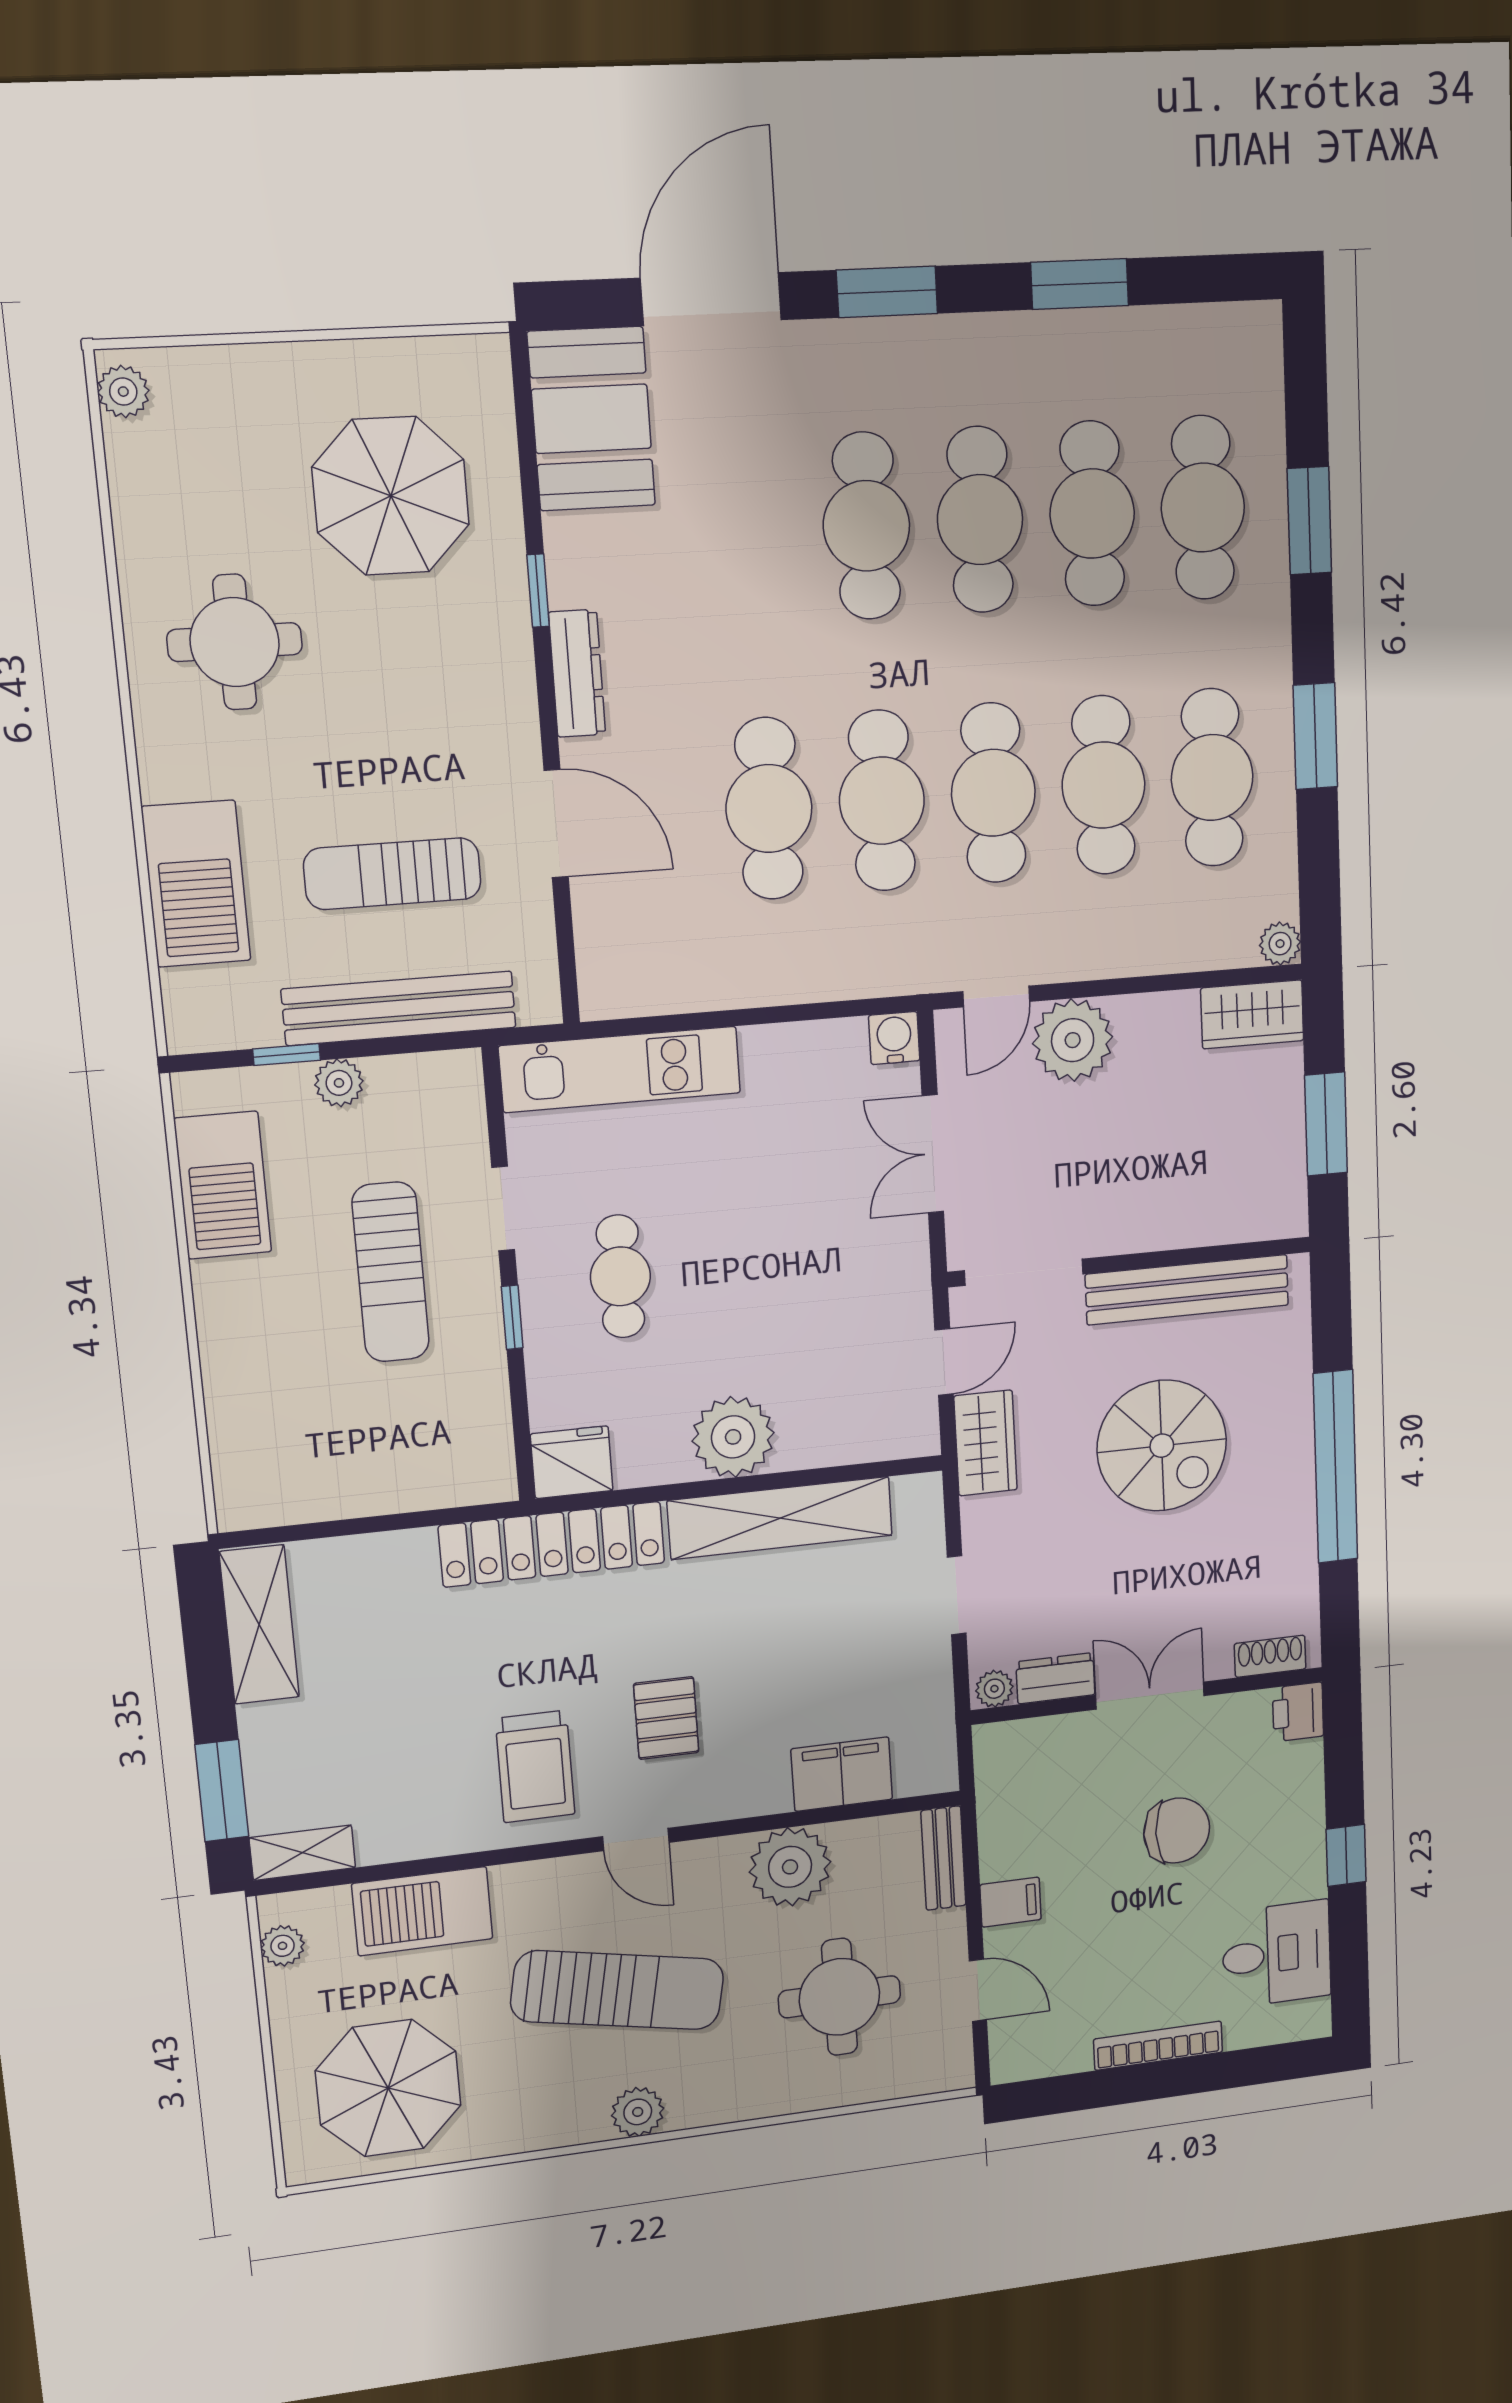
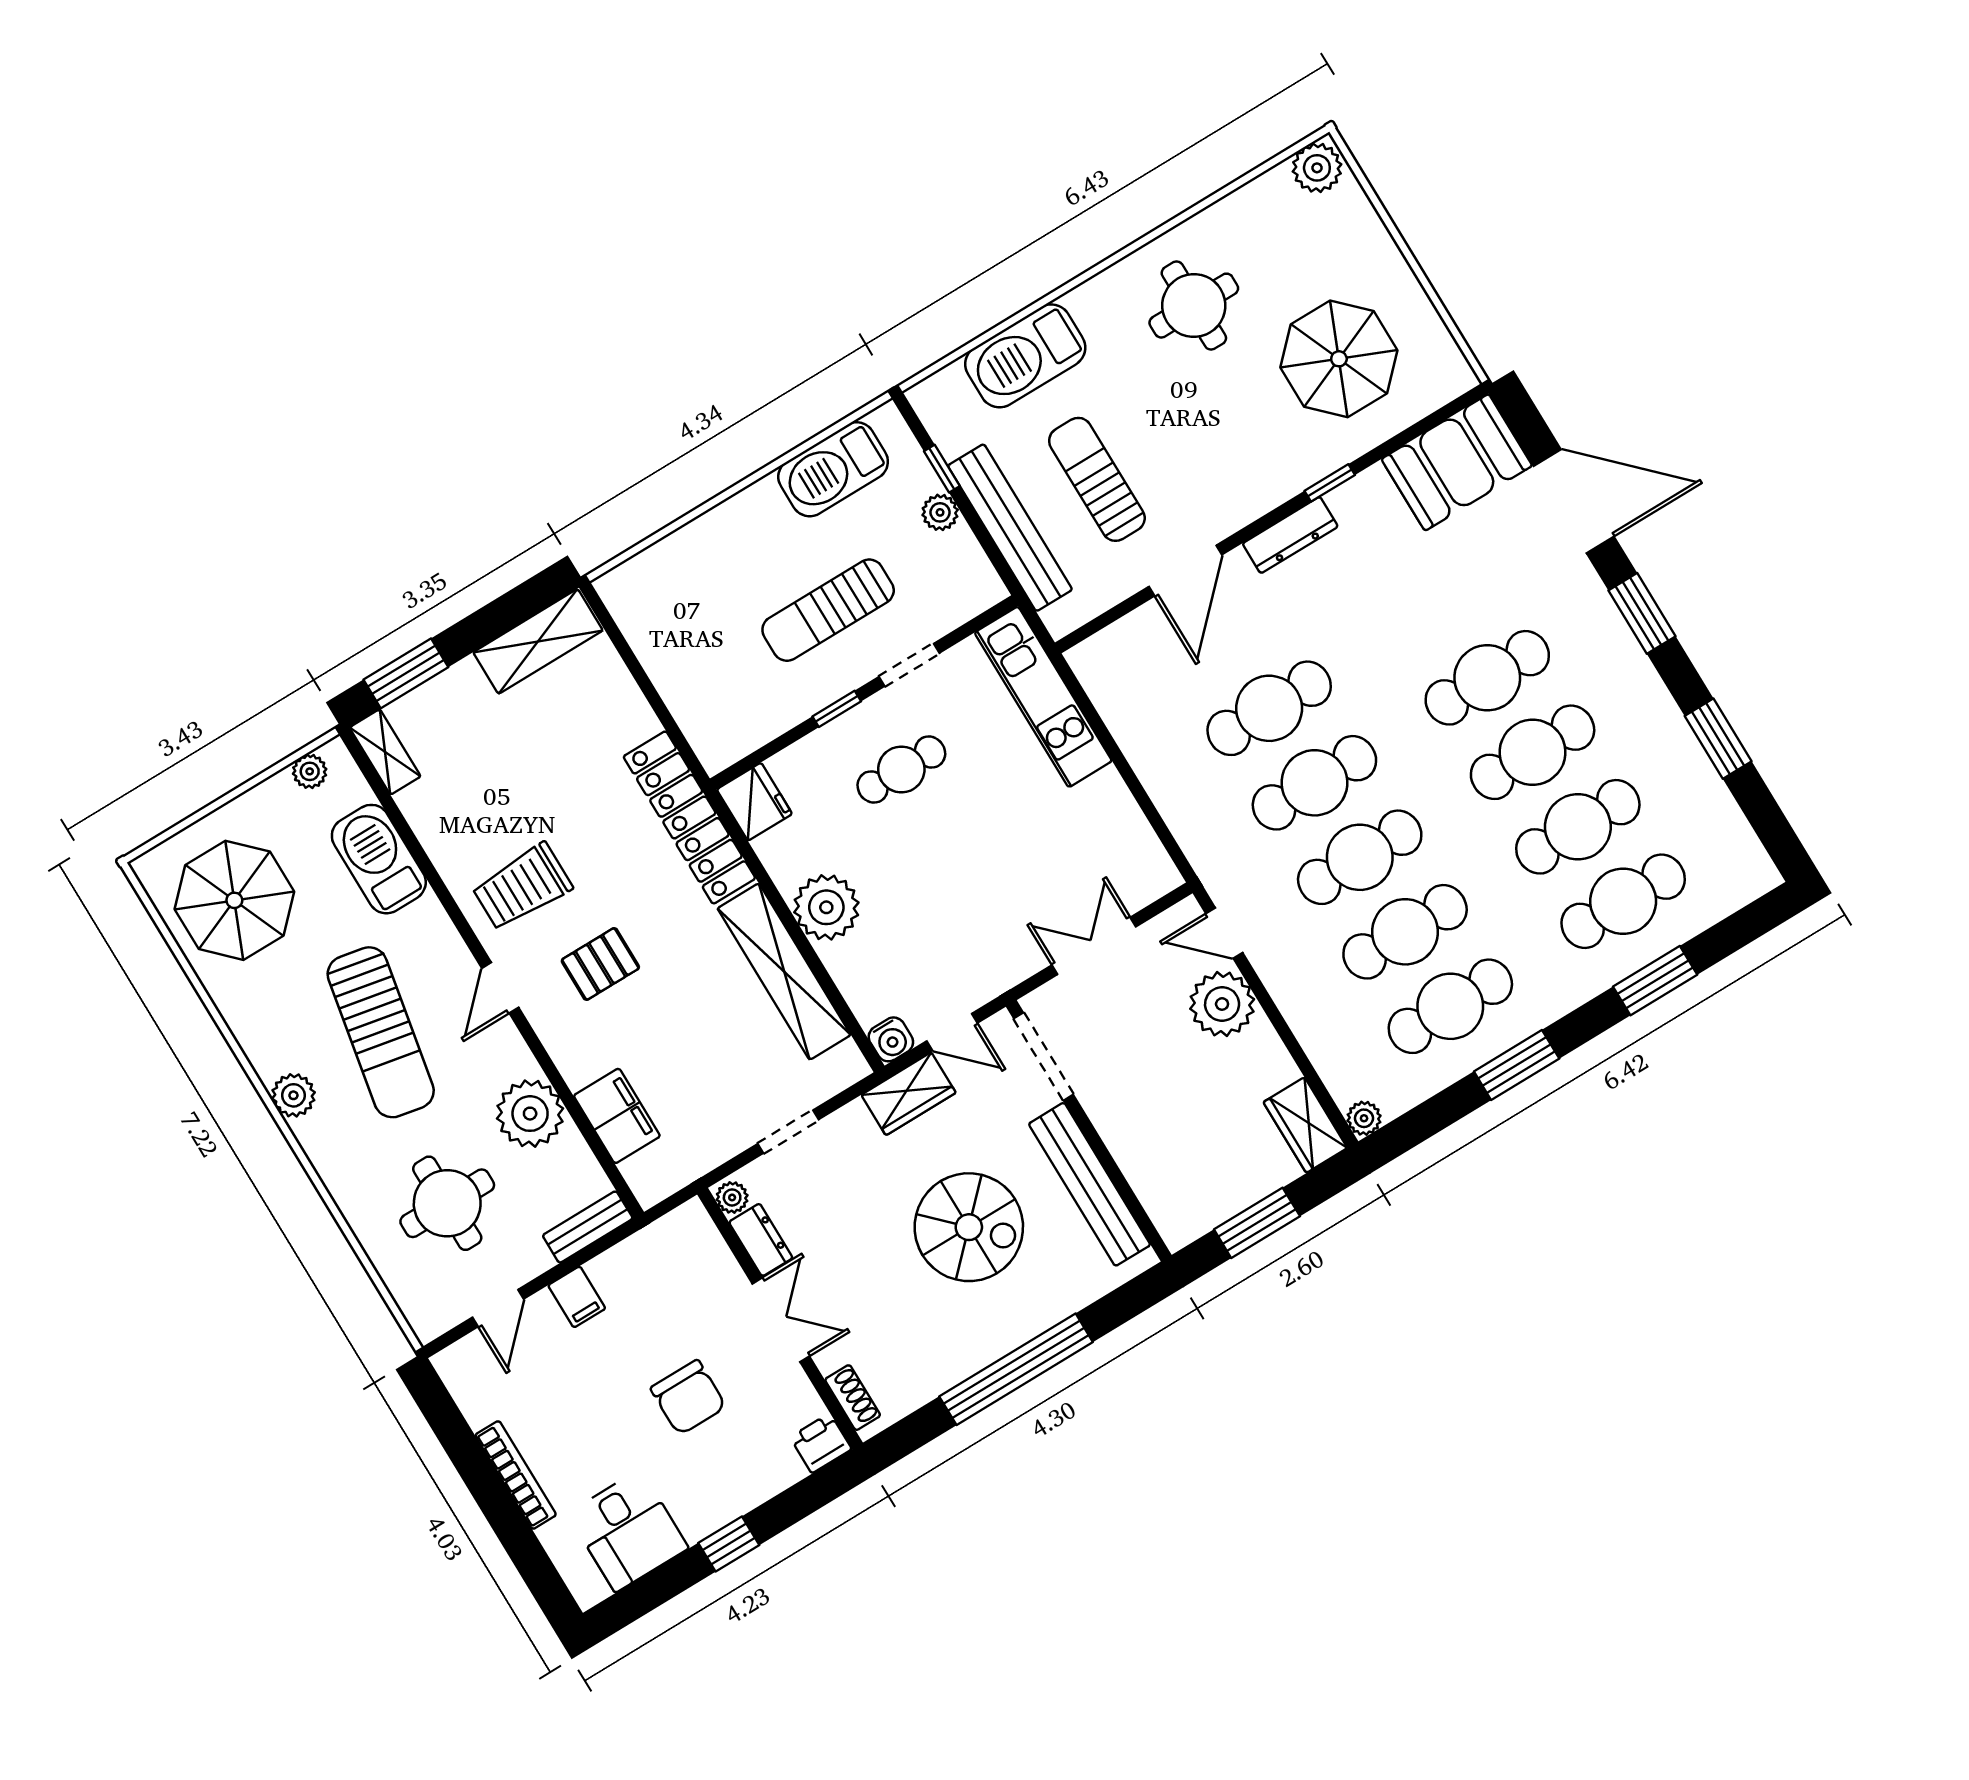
plant: (123, 392) -> (1317, 168), width x1.38, depth x1.38
water cooler: (894, 1038) -> (891, 1039), moved, turned 90
spiral stairs: (1162, 1446) -> (969, 1227), turned -90

